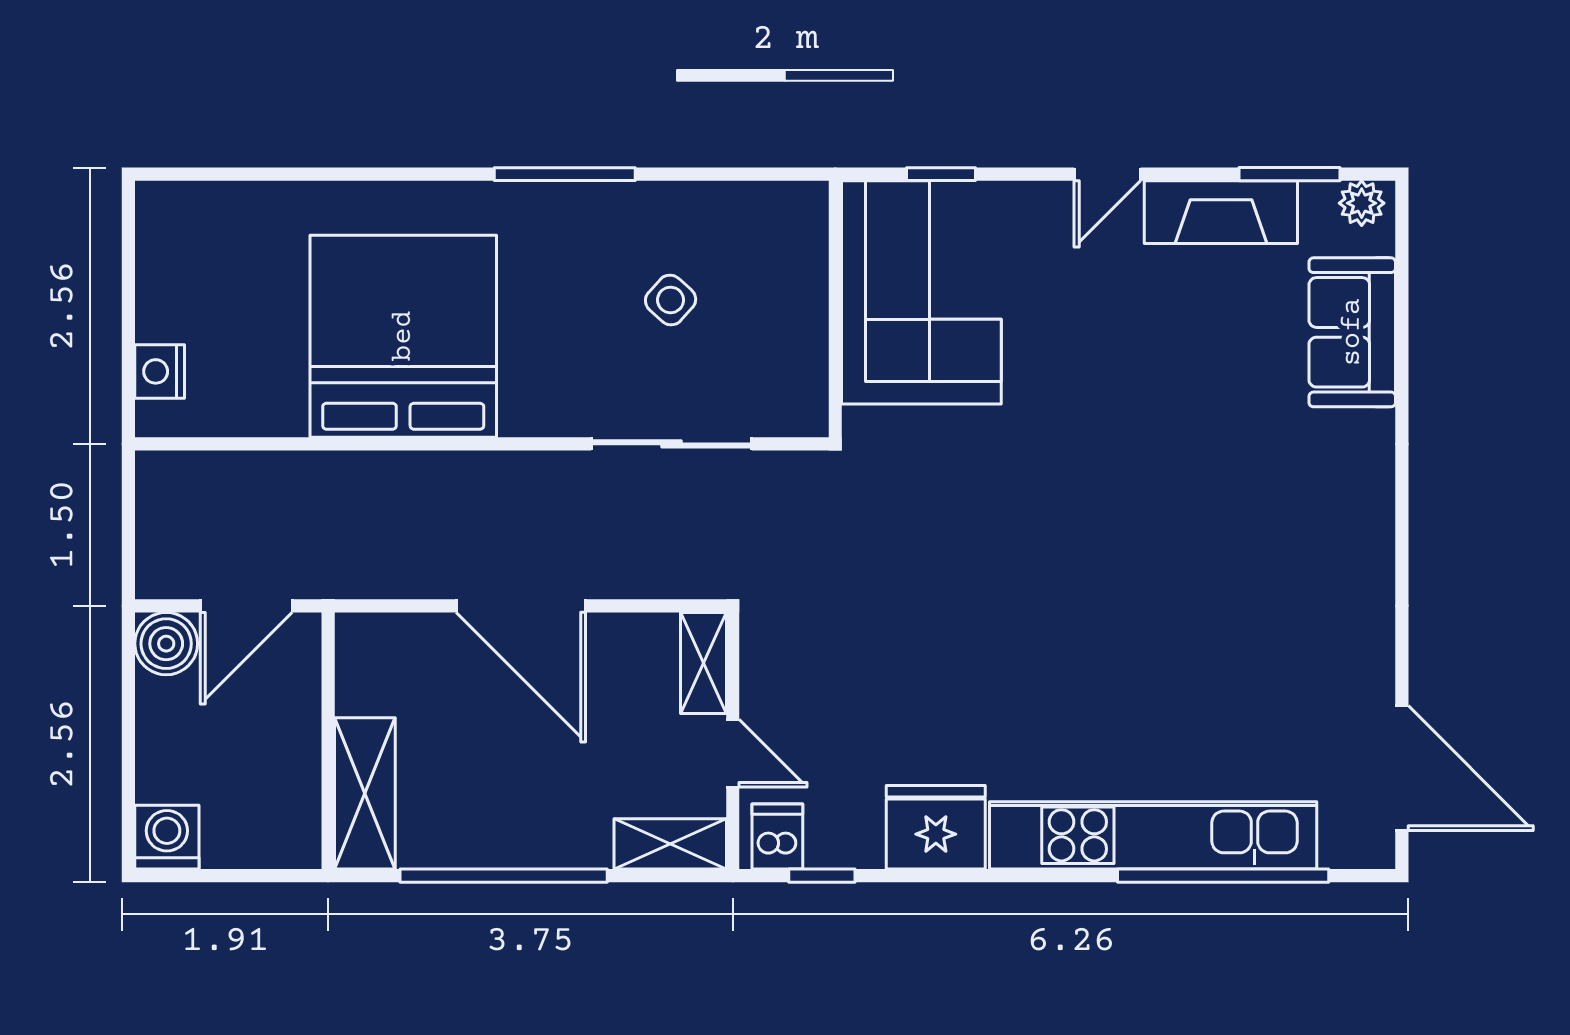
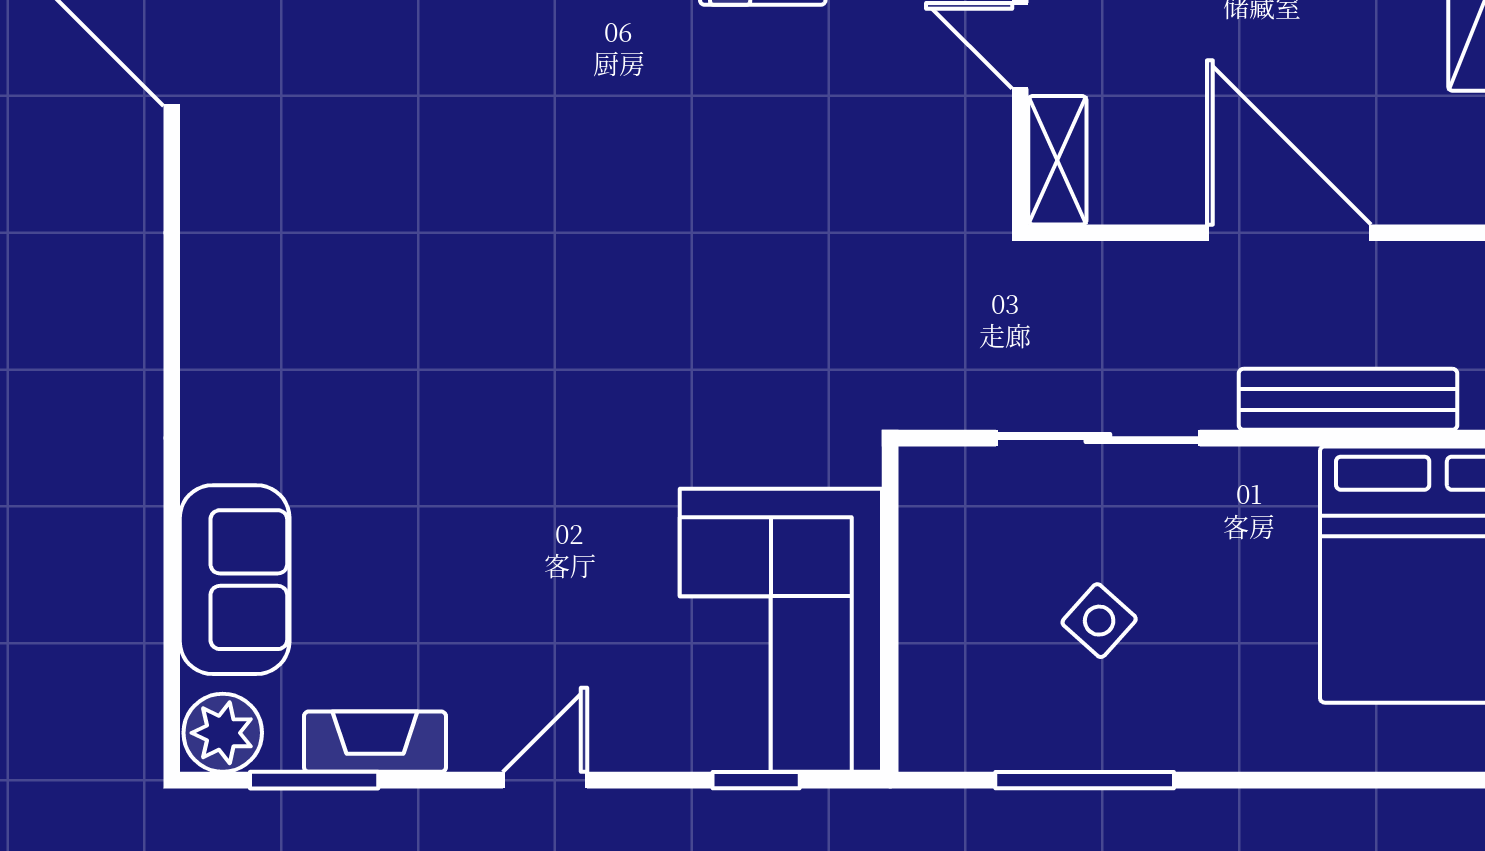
window: (565, 174) -> (1085, 780), moved
plant: (1362, 203) -> (223, 733), width x1.38, depth x1.38
fireplace: (1221, 212) -> (375, 742), width x0.73, depth x0.76
bench: (474, 475) -> (1348, 399), added

